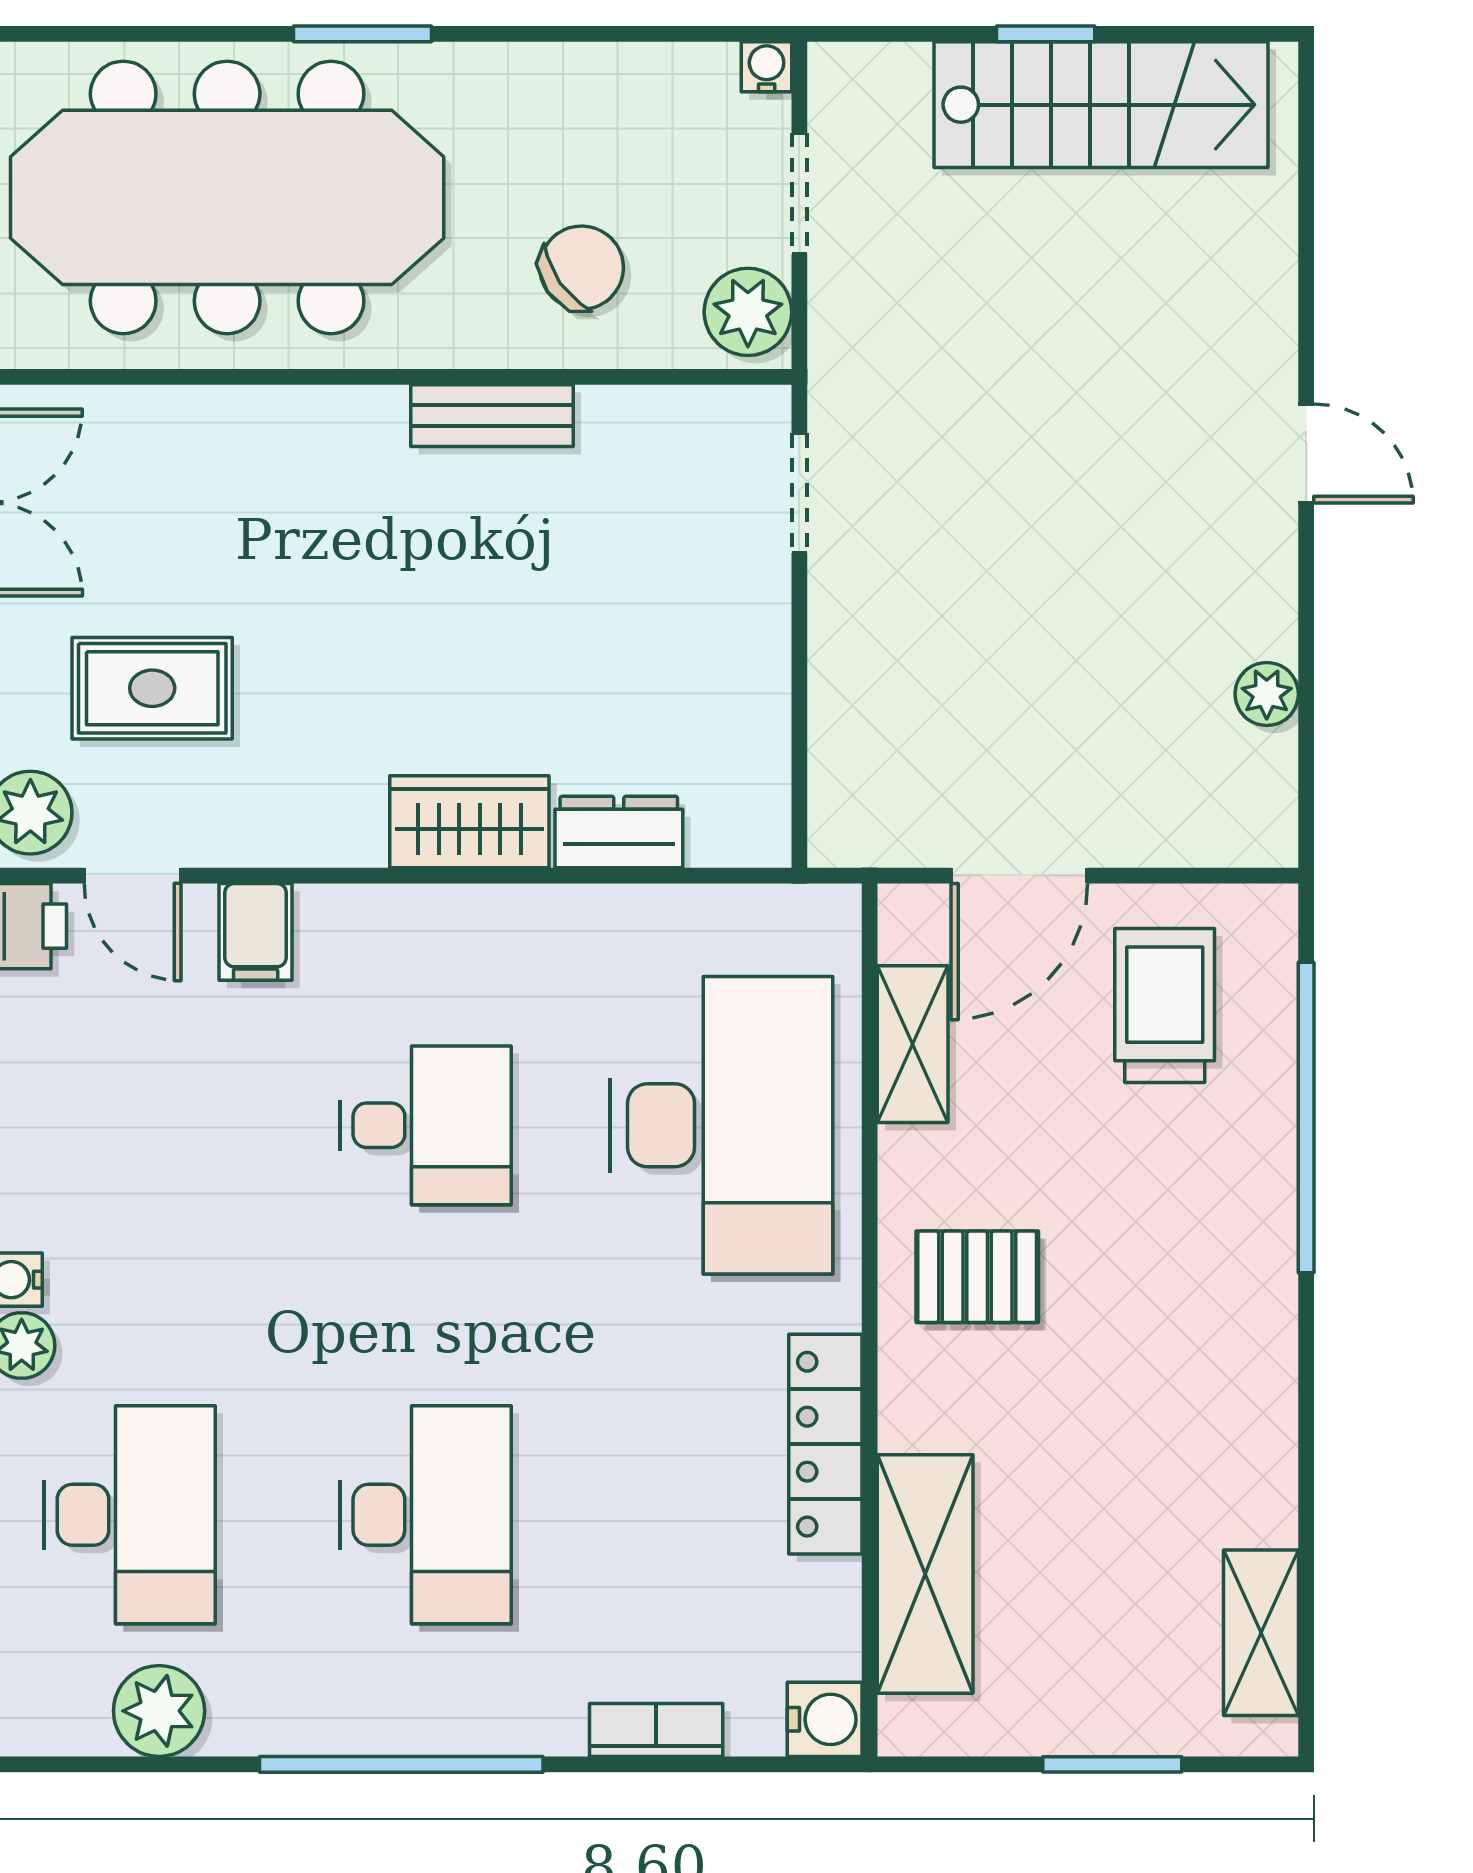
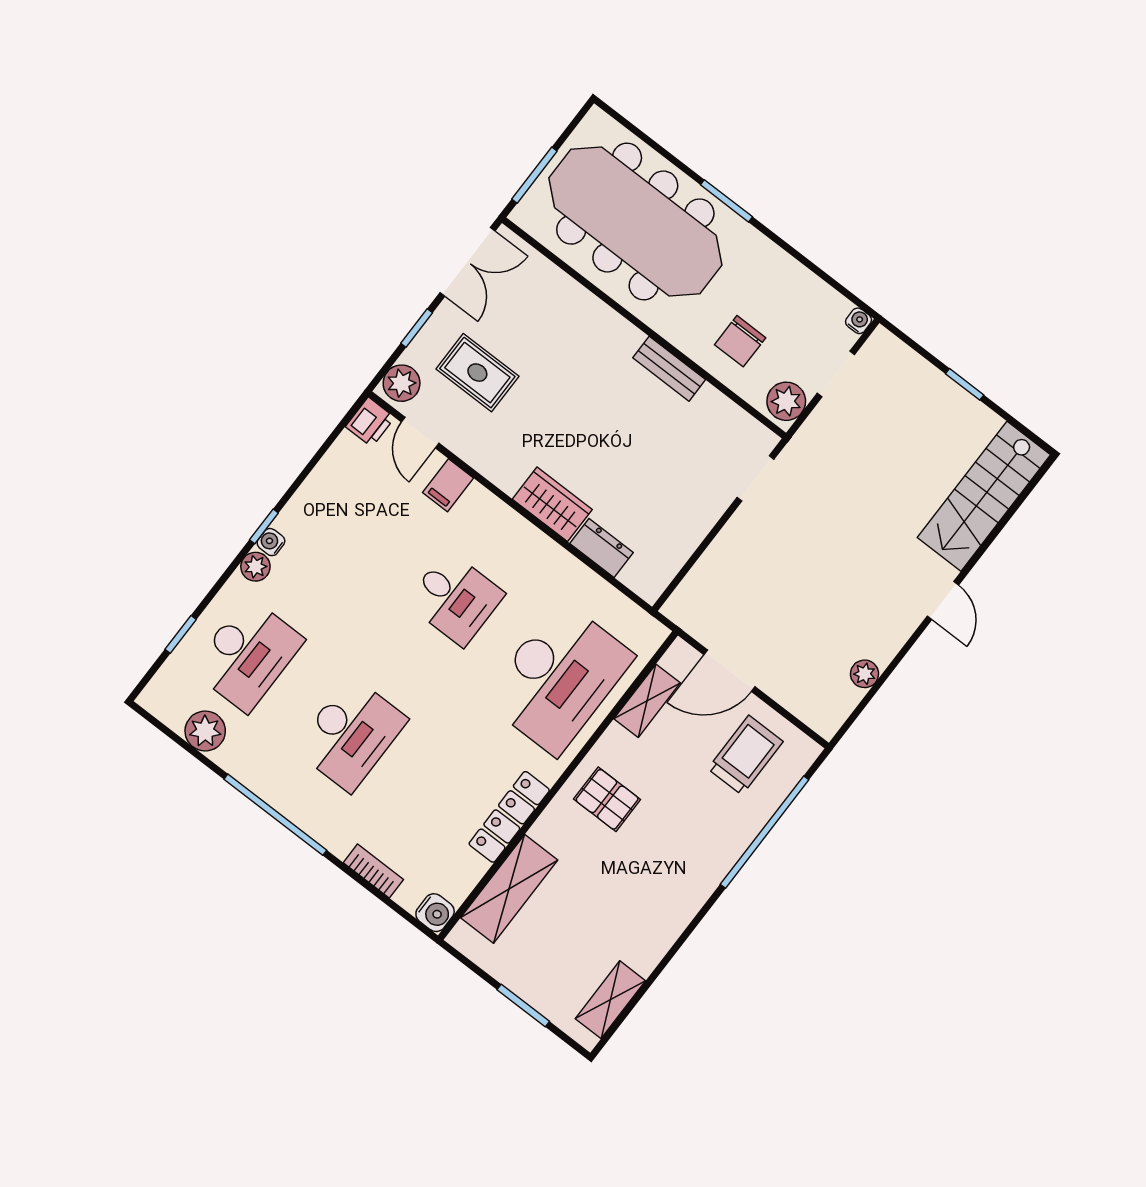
stairs: (1101, 105) -> (984, 496), moved, turned 90
chair: (582, 268) -> (740, 341), turned 125

